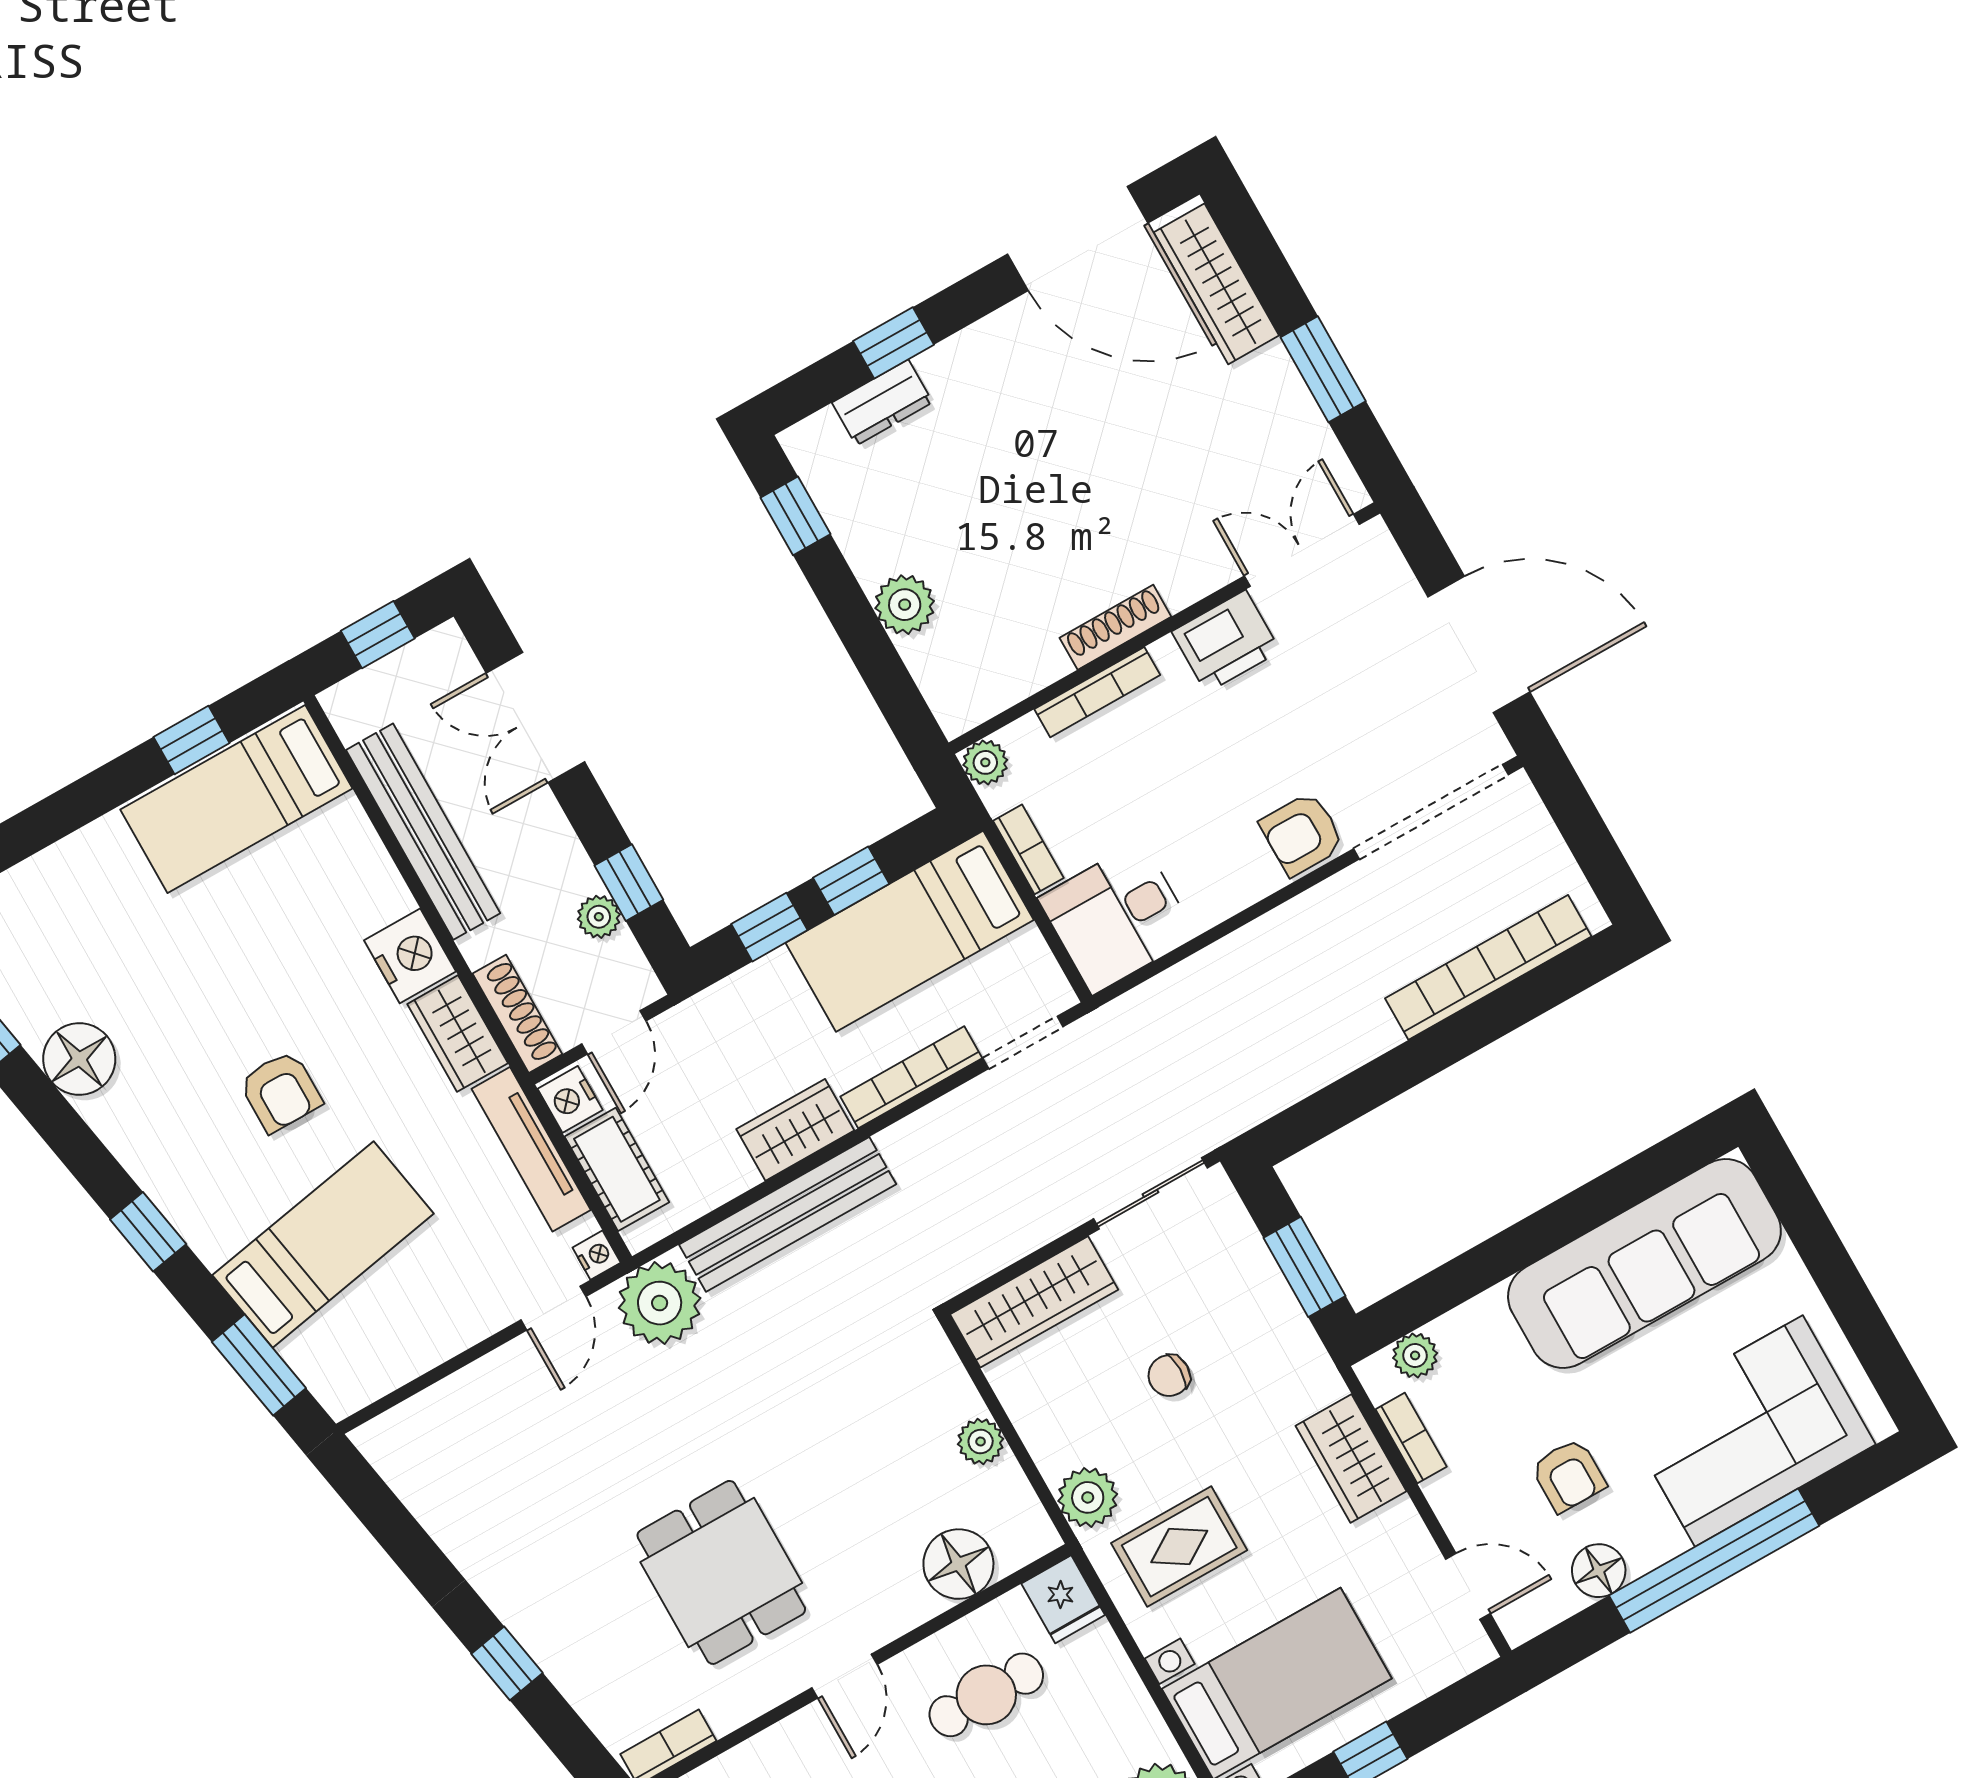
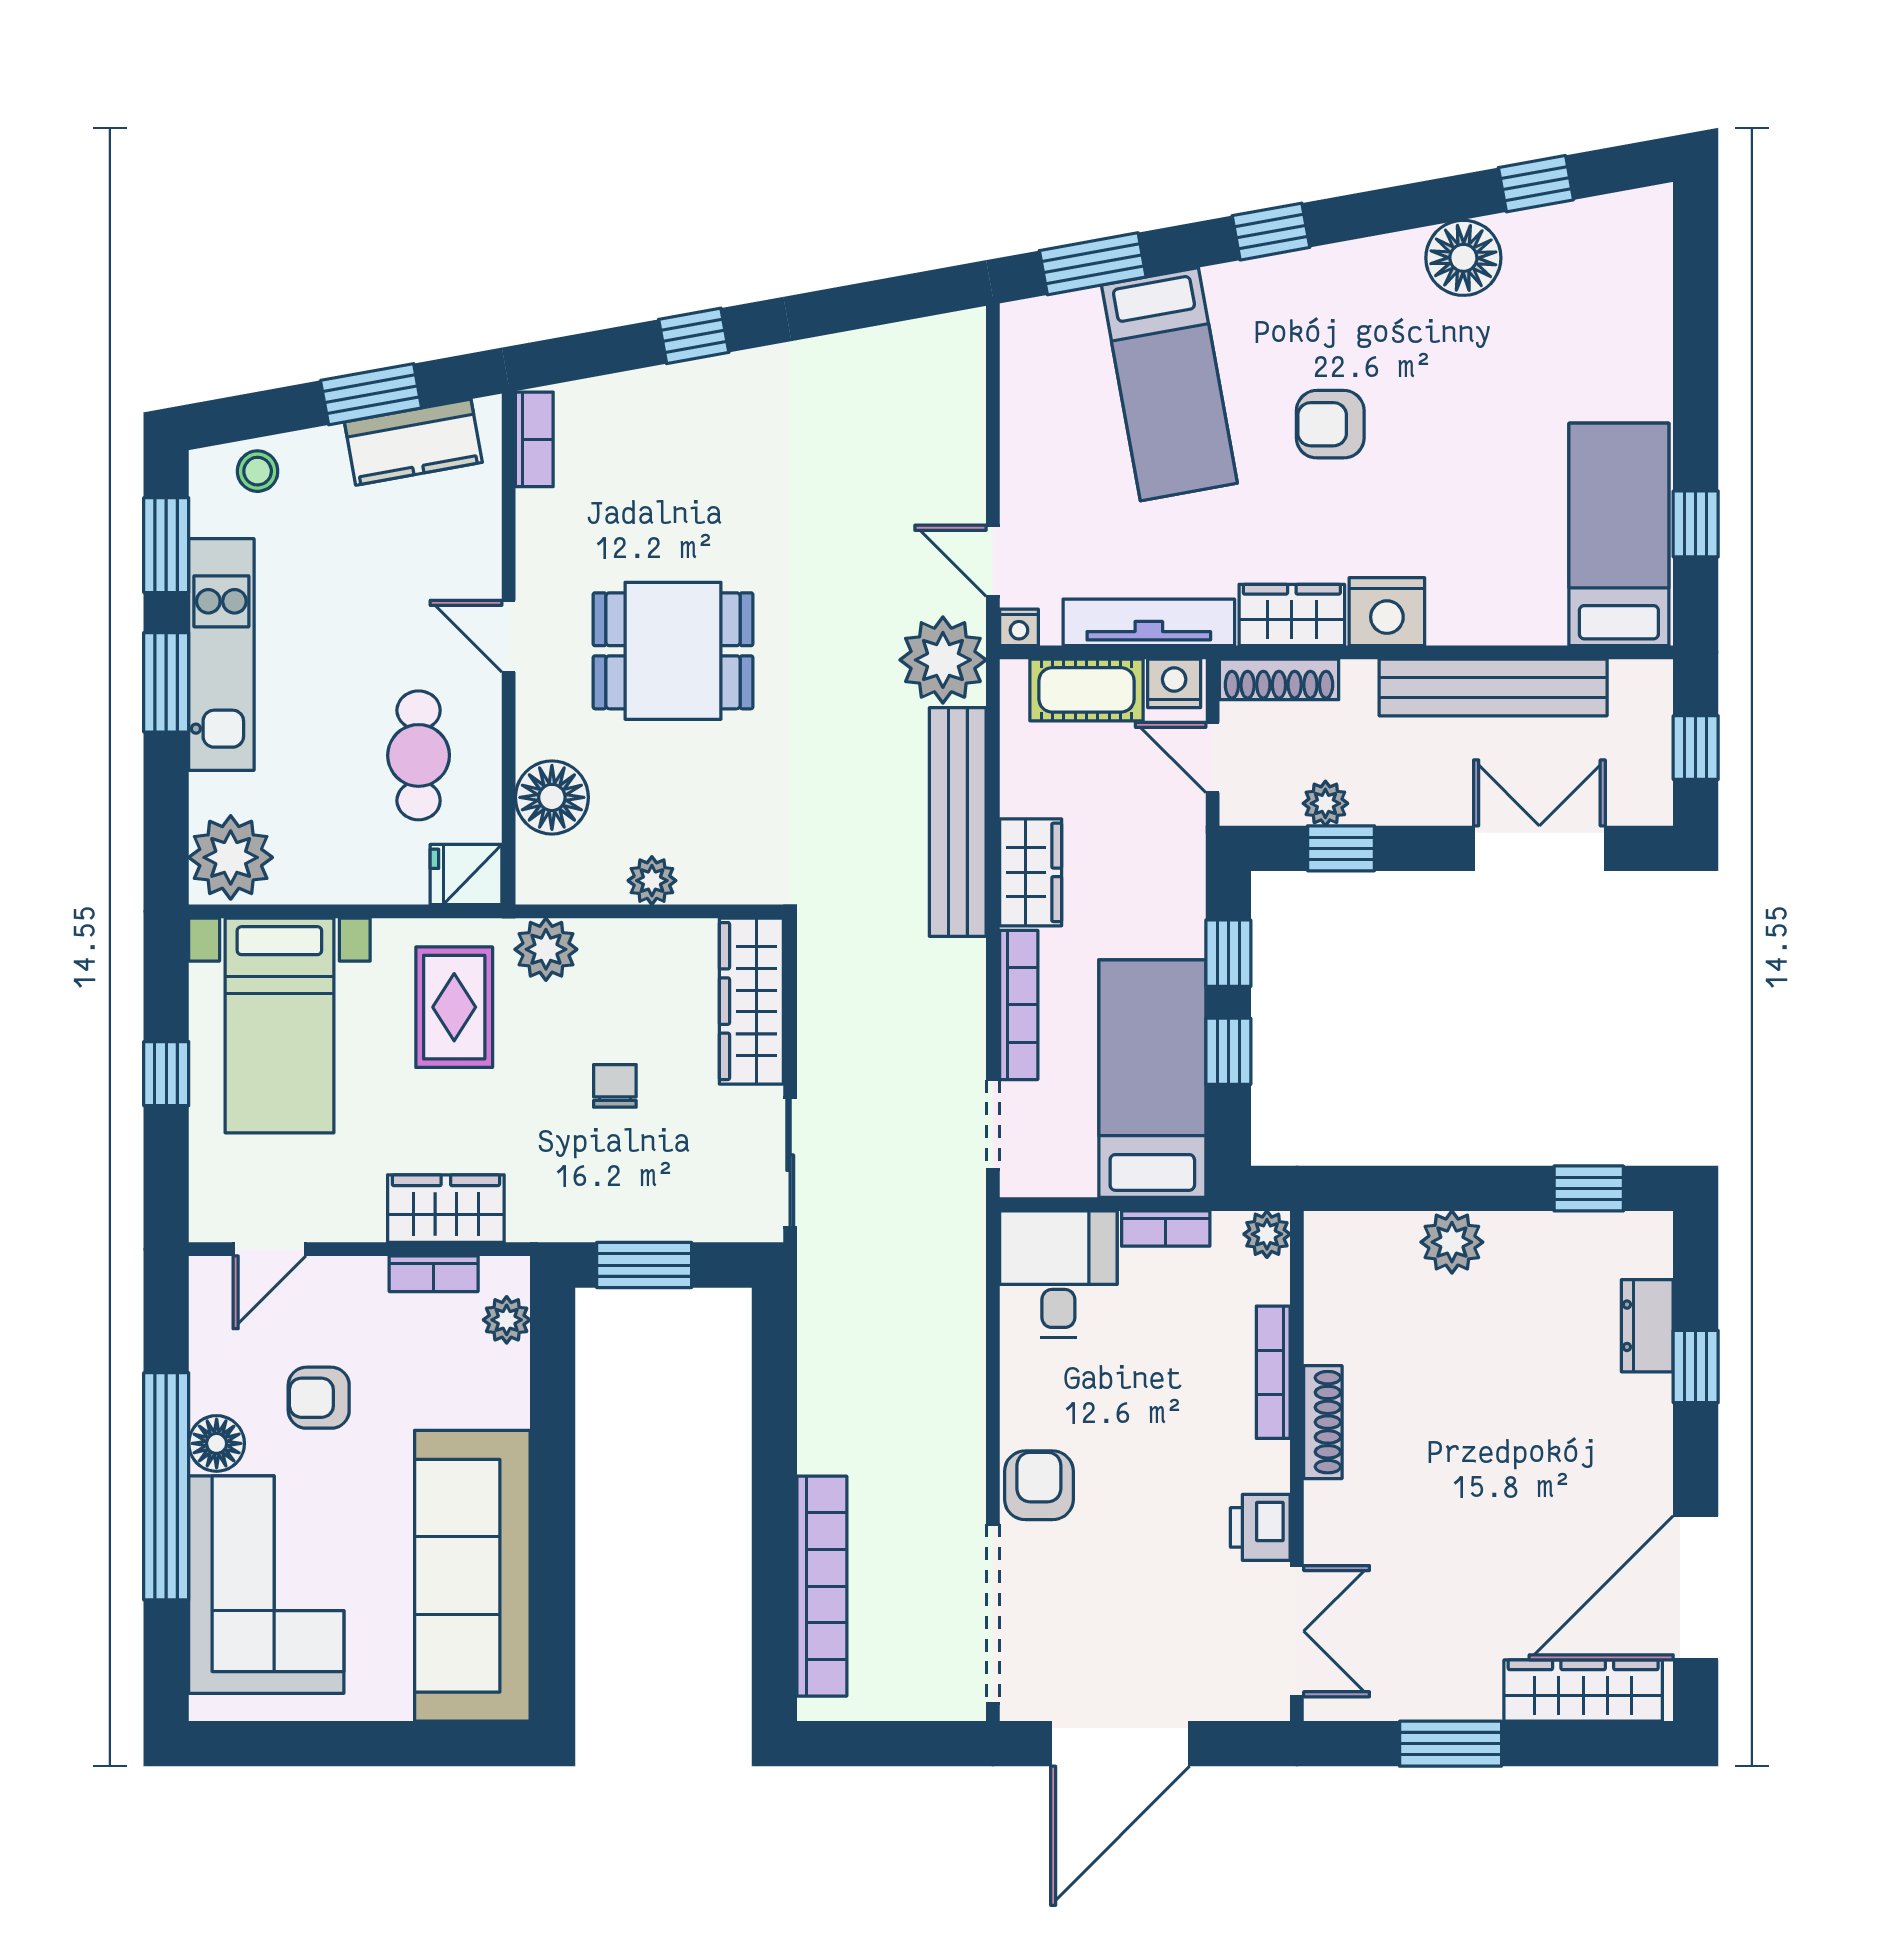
printer: (1226, 641) -> (1260, 1527), width x0.73, depth x0.81
floor lamp: (1599, 1571) -> (217, 1443), moved
dining table: (721, 1572) -> (673, 651), moved

